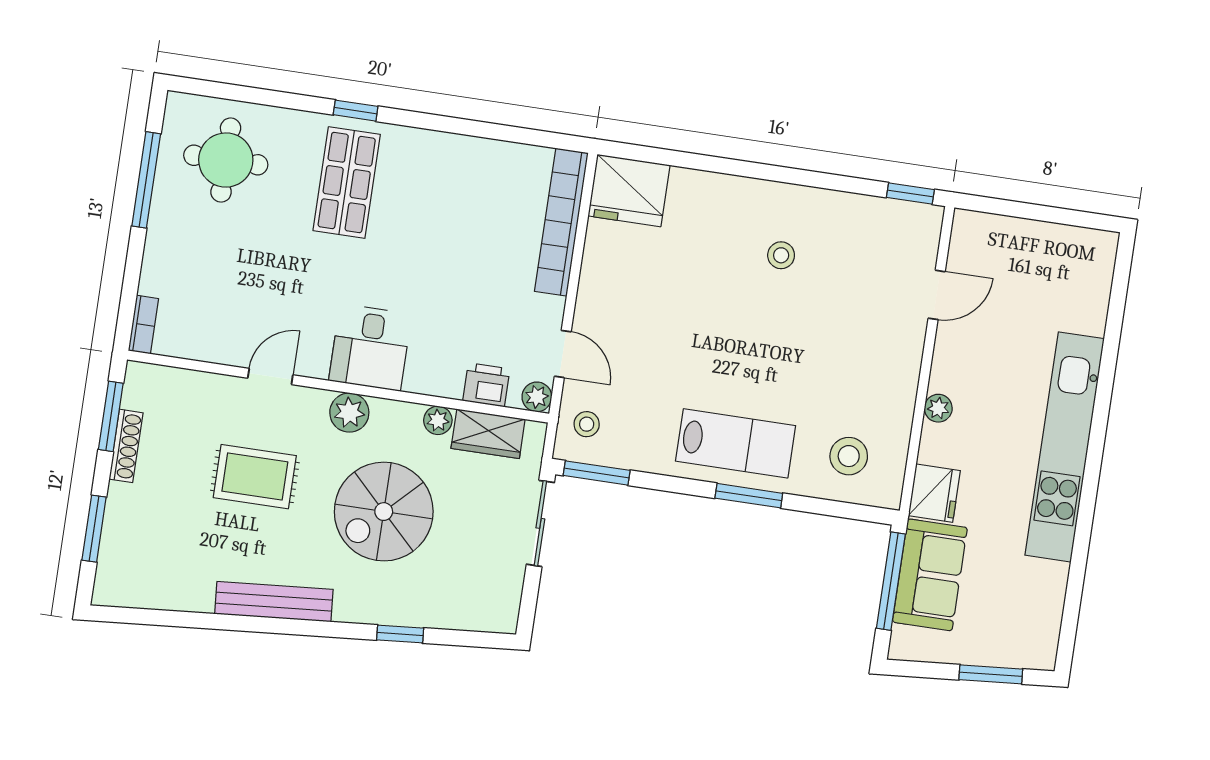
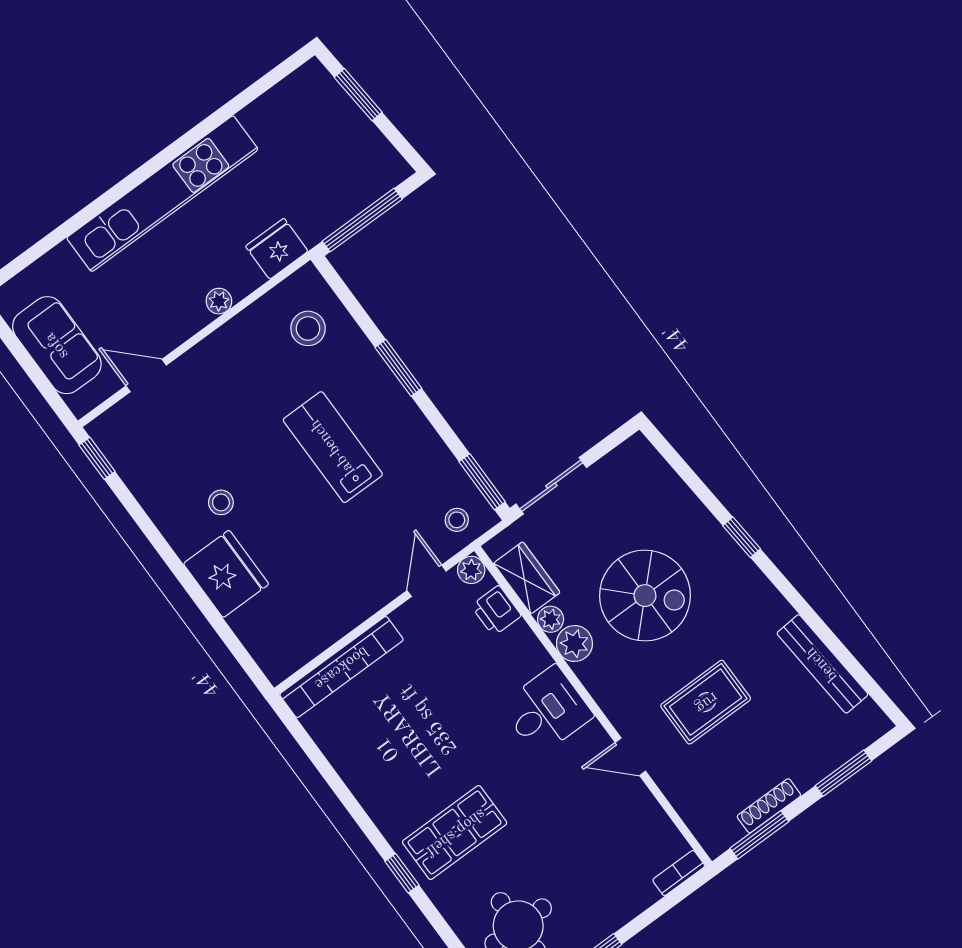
fridge: (629, 190) -> (226, 574), moved
plant: (349, 413) -> (574, 643), moved
lab bench: (736, 443) -> (333, 447), moved
rug: (255, 477) -> (706, 702), turned 90
sofa: (930, 575) -> (57, 345), moved, turned 90
bench: (274, 602) -> (822, 664), moved
window: (400, 634) -> (742, 537), moved

